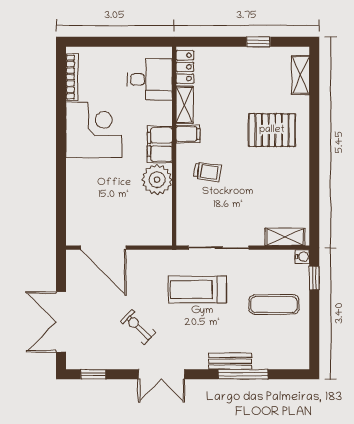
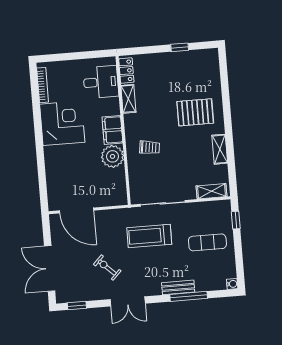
shelving: (301, 75) -> (220, 149), moved
filing cabinet: (188, 134) -> (133, 120), removed
water cooler: (302, 257) -> (232, 284), moved

